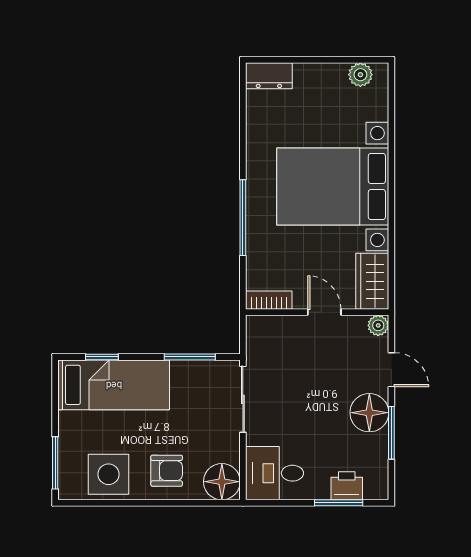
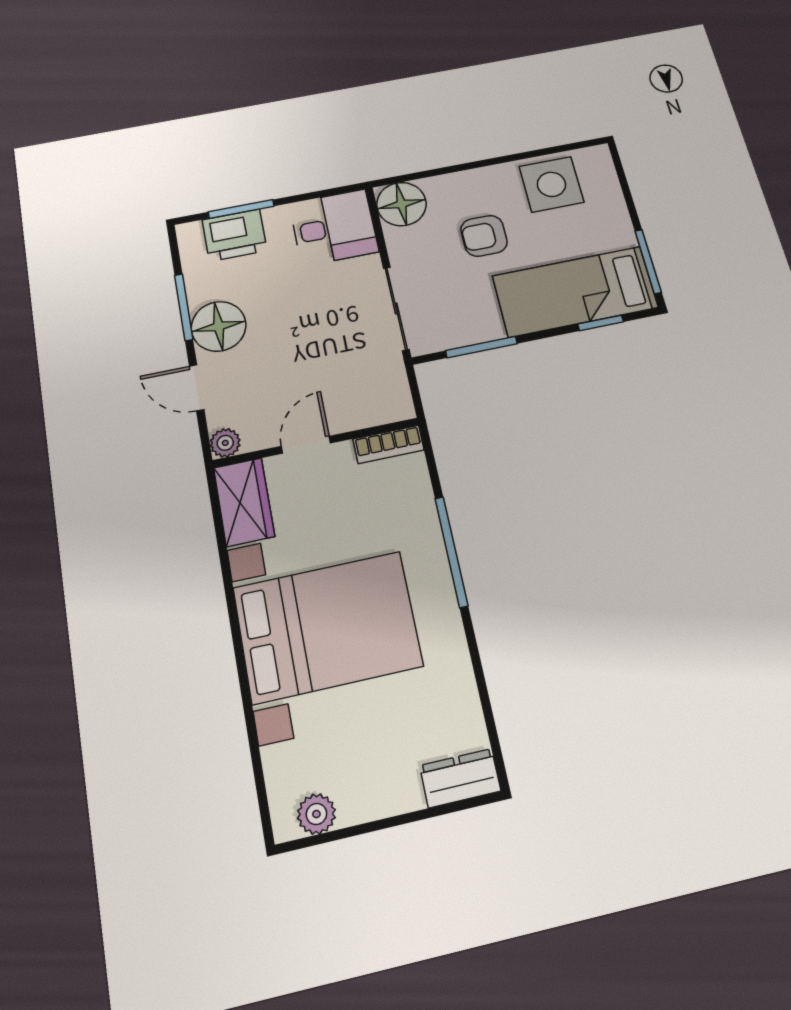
door: (324, 312) -> (306, 445), swing flipped
window: (55, 463) -> (648, 262), moved
armchair: (167, 471) -> (484, 236), moved
printer: (347, 486) -> (235, 235), width x1.36, depth x1.24

